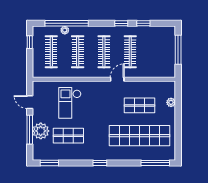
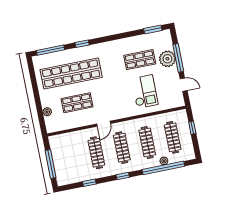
window: (121, 23) -> (123, 176), moved
window: (30, 42) -> (192, 128), moved
window: (100, 163) -> (82, 44), moved

